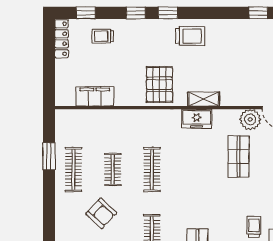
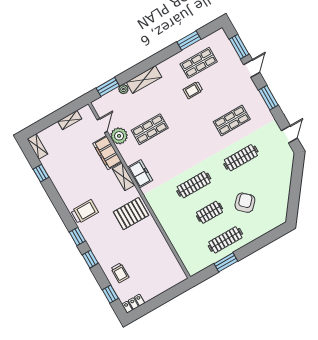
trolley: (190, 36) -> (85, 212), turned 90
locker: (62, 39) -> (133, 304), width x0.66
filing cabinet: (95, 96) -> (107, 153), moved

